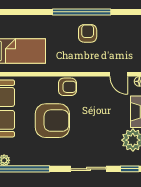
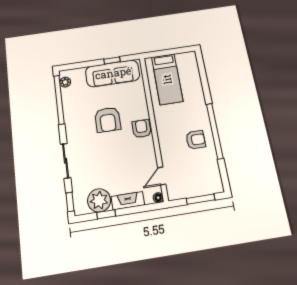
armchair: (67, 87) -> (142, 129), turned 180
armchair: (52, 121) -> (108, 120), width x0.73, depth x0.73

